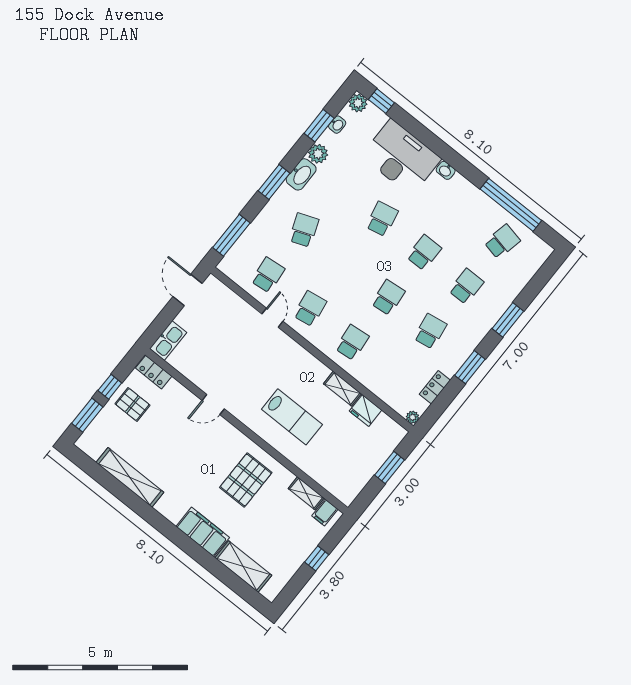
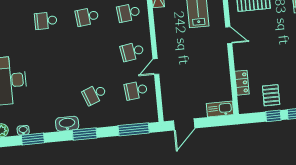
plant: (318, 154) -> (48, 125), removed
school desk: (382, 219) -> (49, 60), removed
locker: (154, 372) -> (242, 83), moved
door: (213, 405) -> (229, 35), moved

